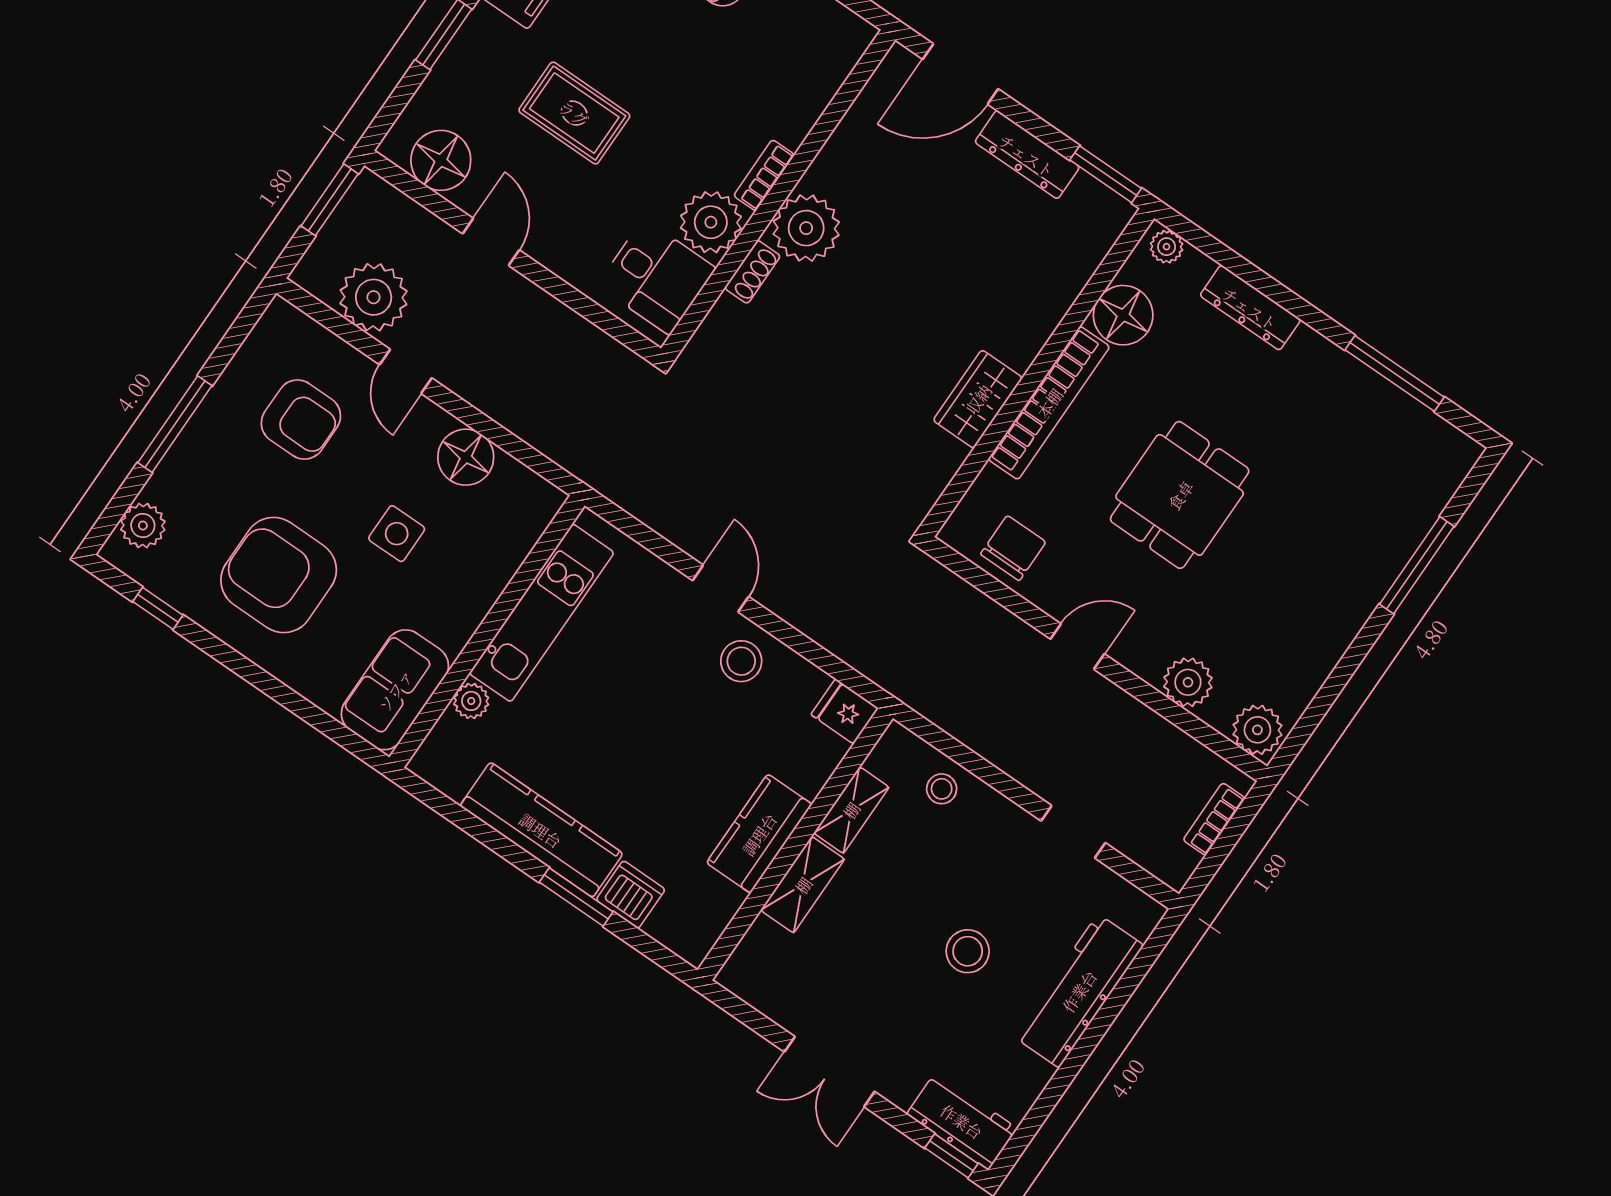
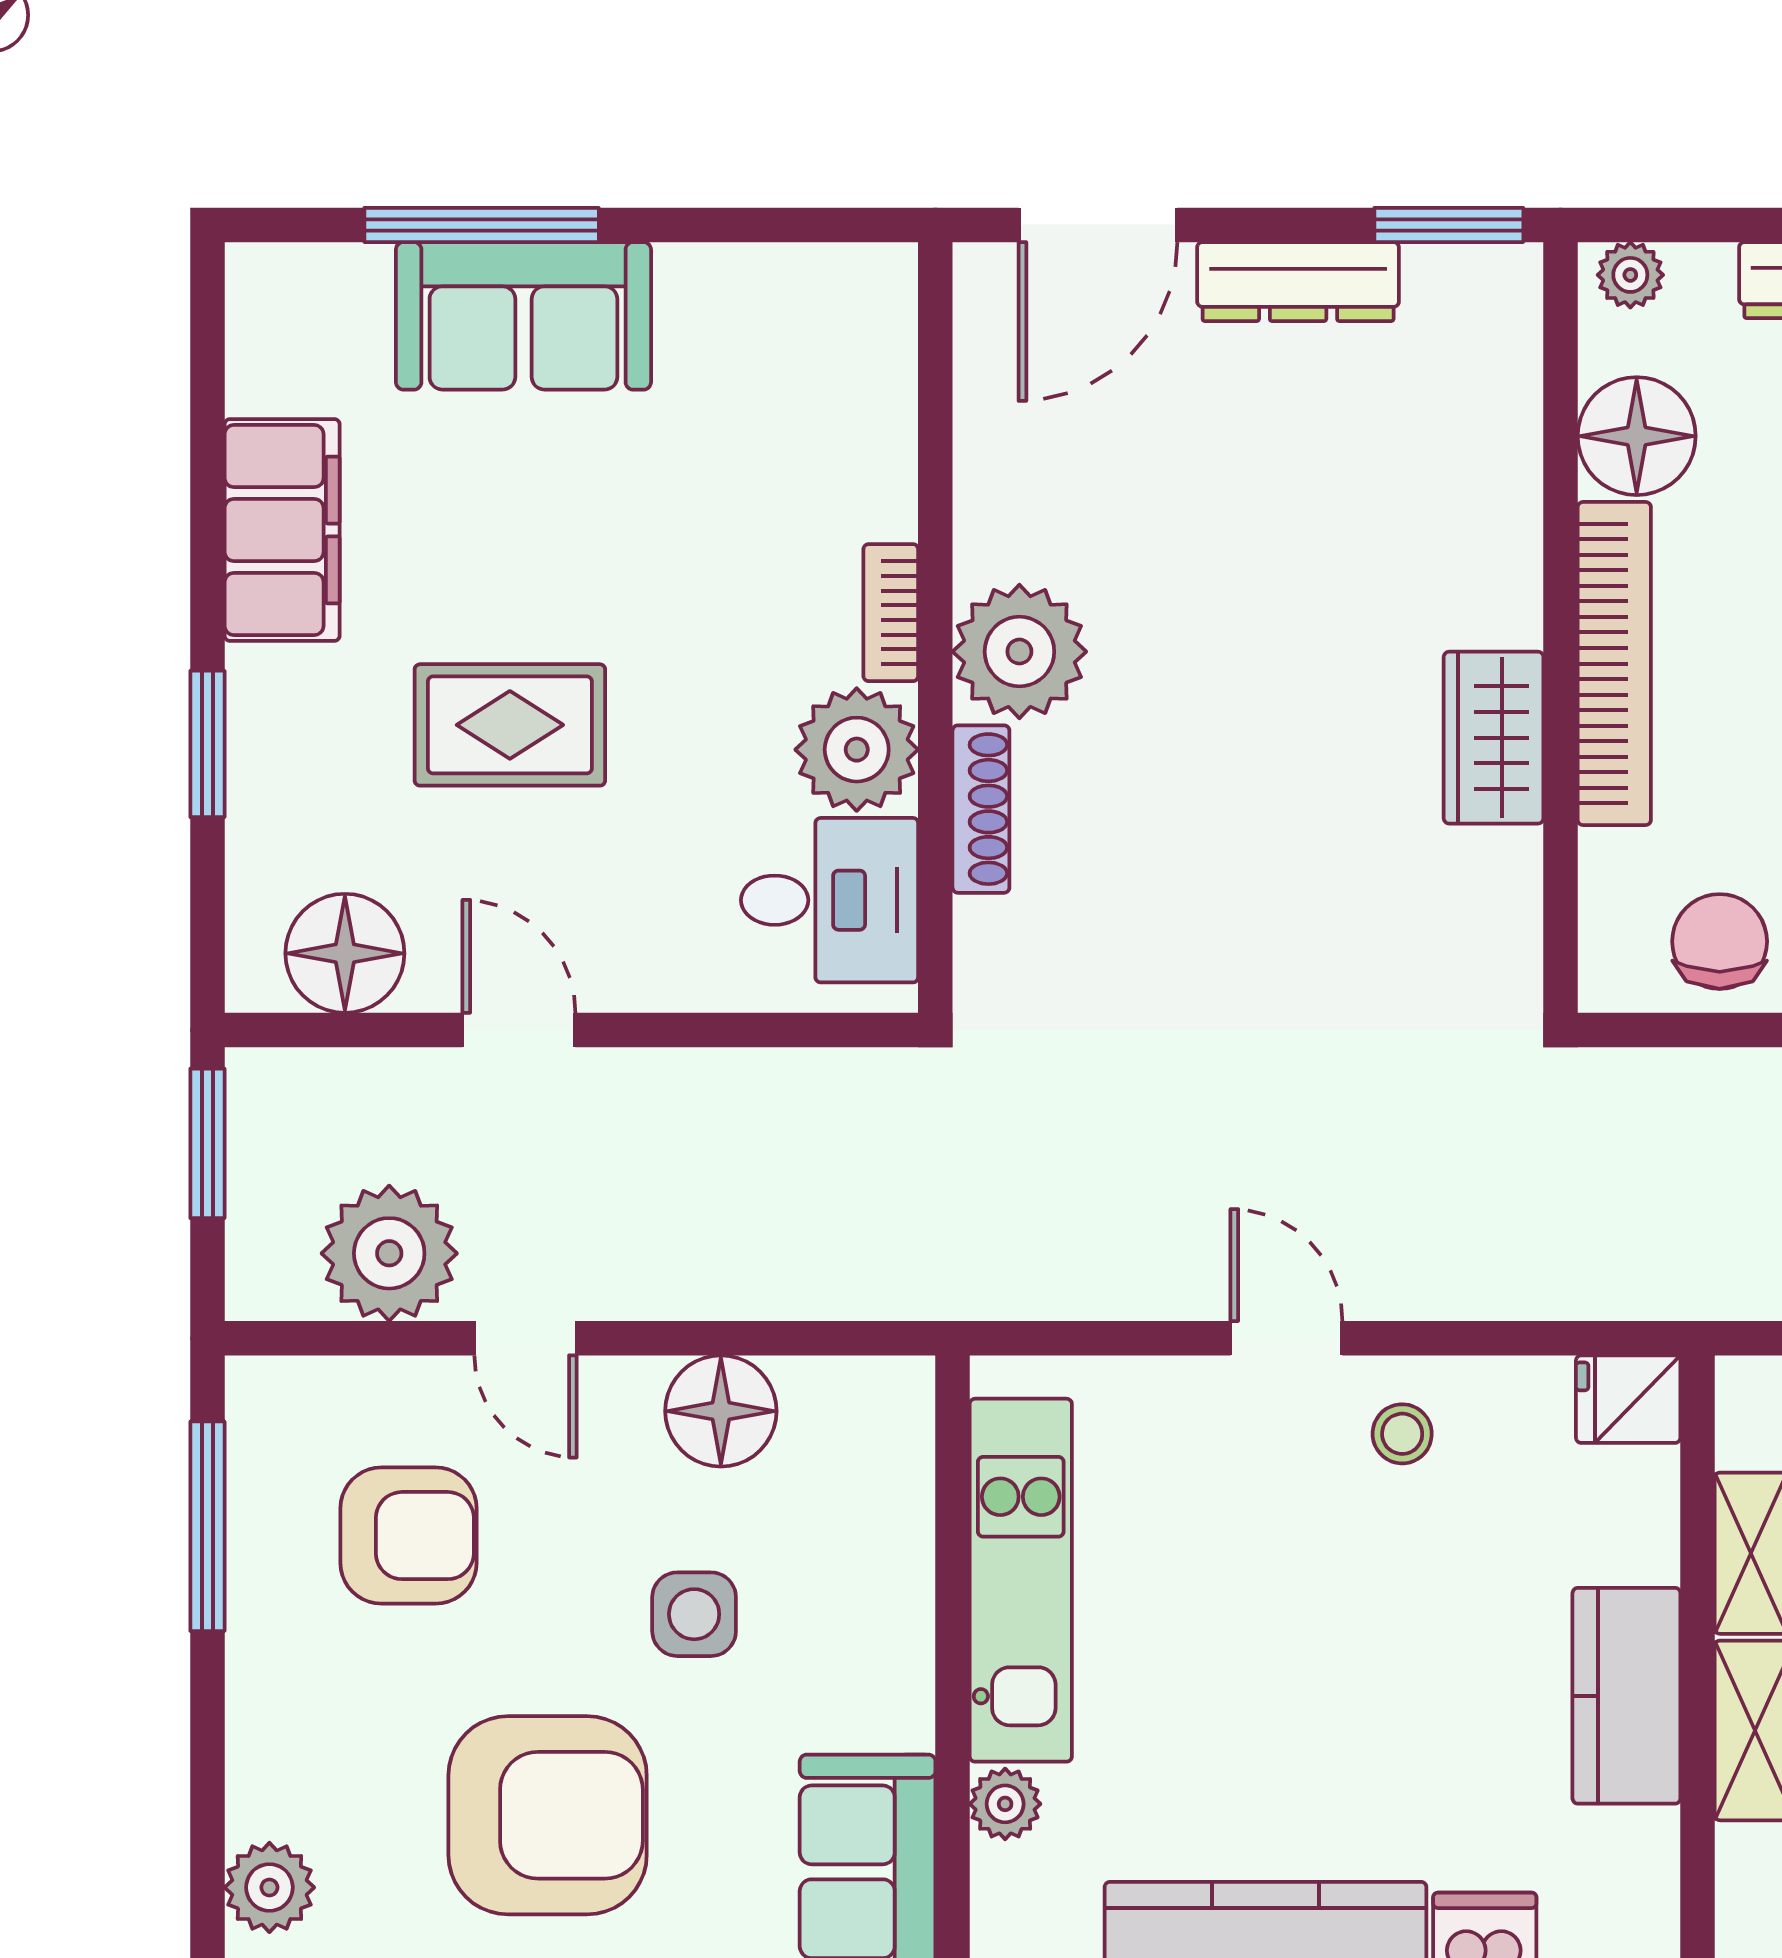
shoe rack: (752, 272) -> (981, 809), width x1.43
window: (175, 424) -> (207, 1526), moved
armchair: (279, 575) -> (548, 1815), turned 180
stool: (741, 661) -> (1402, 1434), width x0.73, depth x0.73

